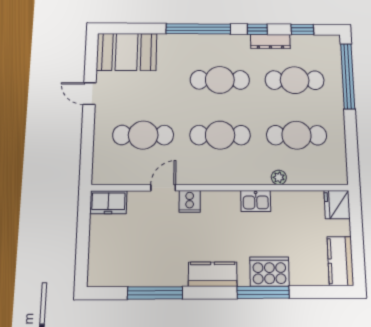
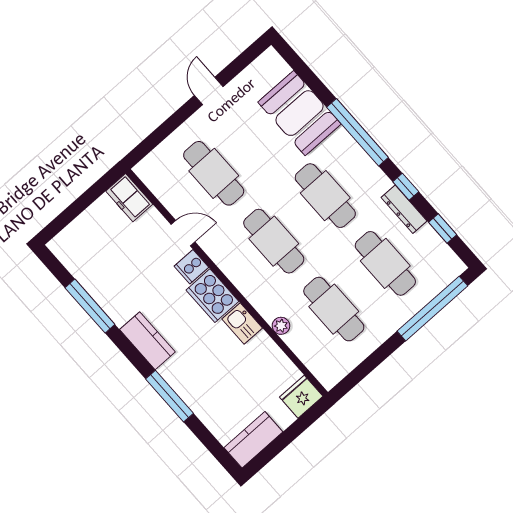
booth: (127, 52) -> (299, 113), moved
cooker: (269, 271) -> (212, 296), moved, turned 180

